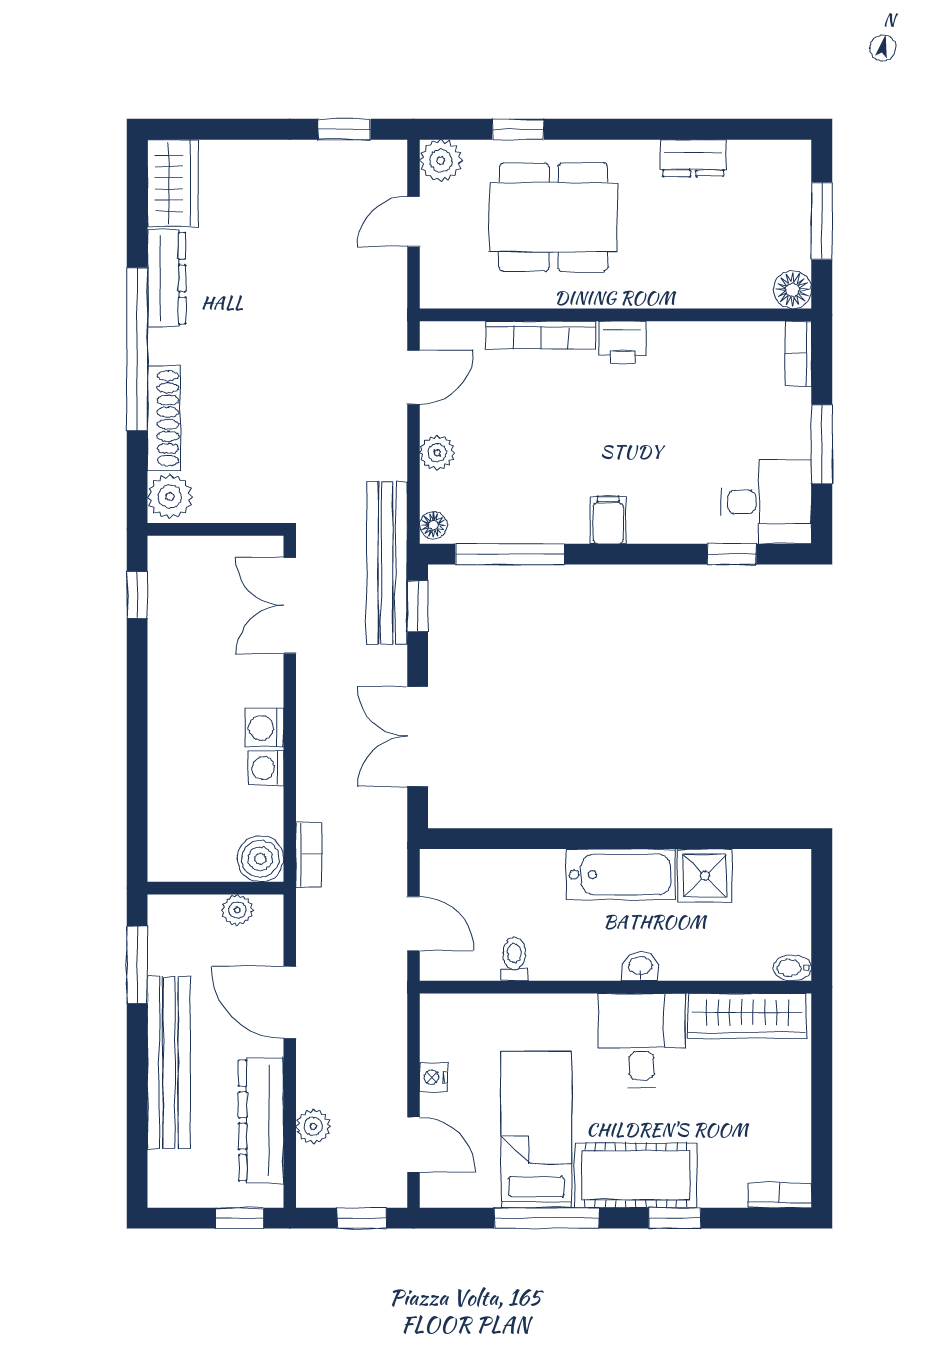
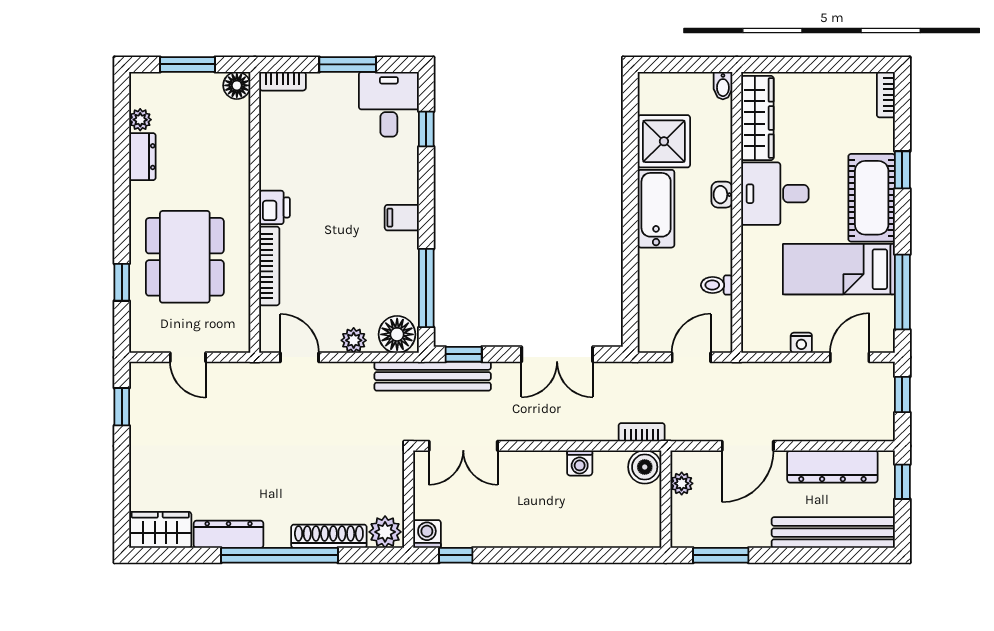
plant: (441, 161) -> (140, 120), moved, width x0.73, depth x0.73
floor lamp: (433, 525) -> (397, 334), width x1.89, depth x1.89
washing machine: (264, 728) -> (427, 534), moved, turned 180
shower: (705, 876) -> (664, 141), width x1.36, depth x1.36
bench: (169, 1062) -> (833, 533), moved
plant: (313, 1126) -> (837, 429), removed
window: (547, 1218) -> (902, 292), moved

